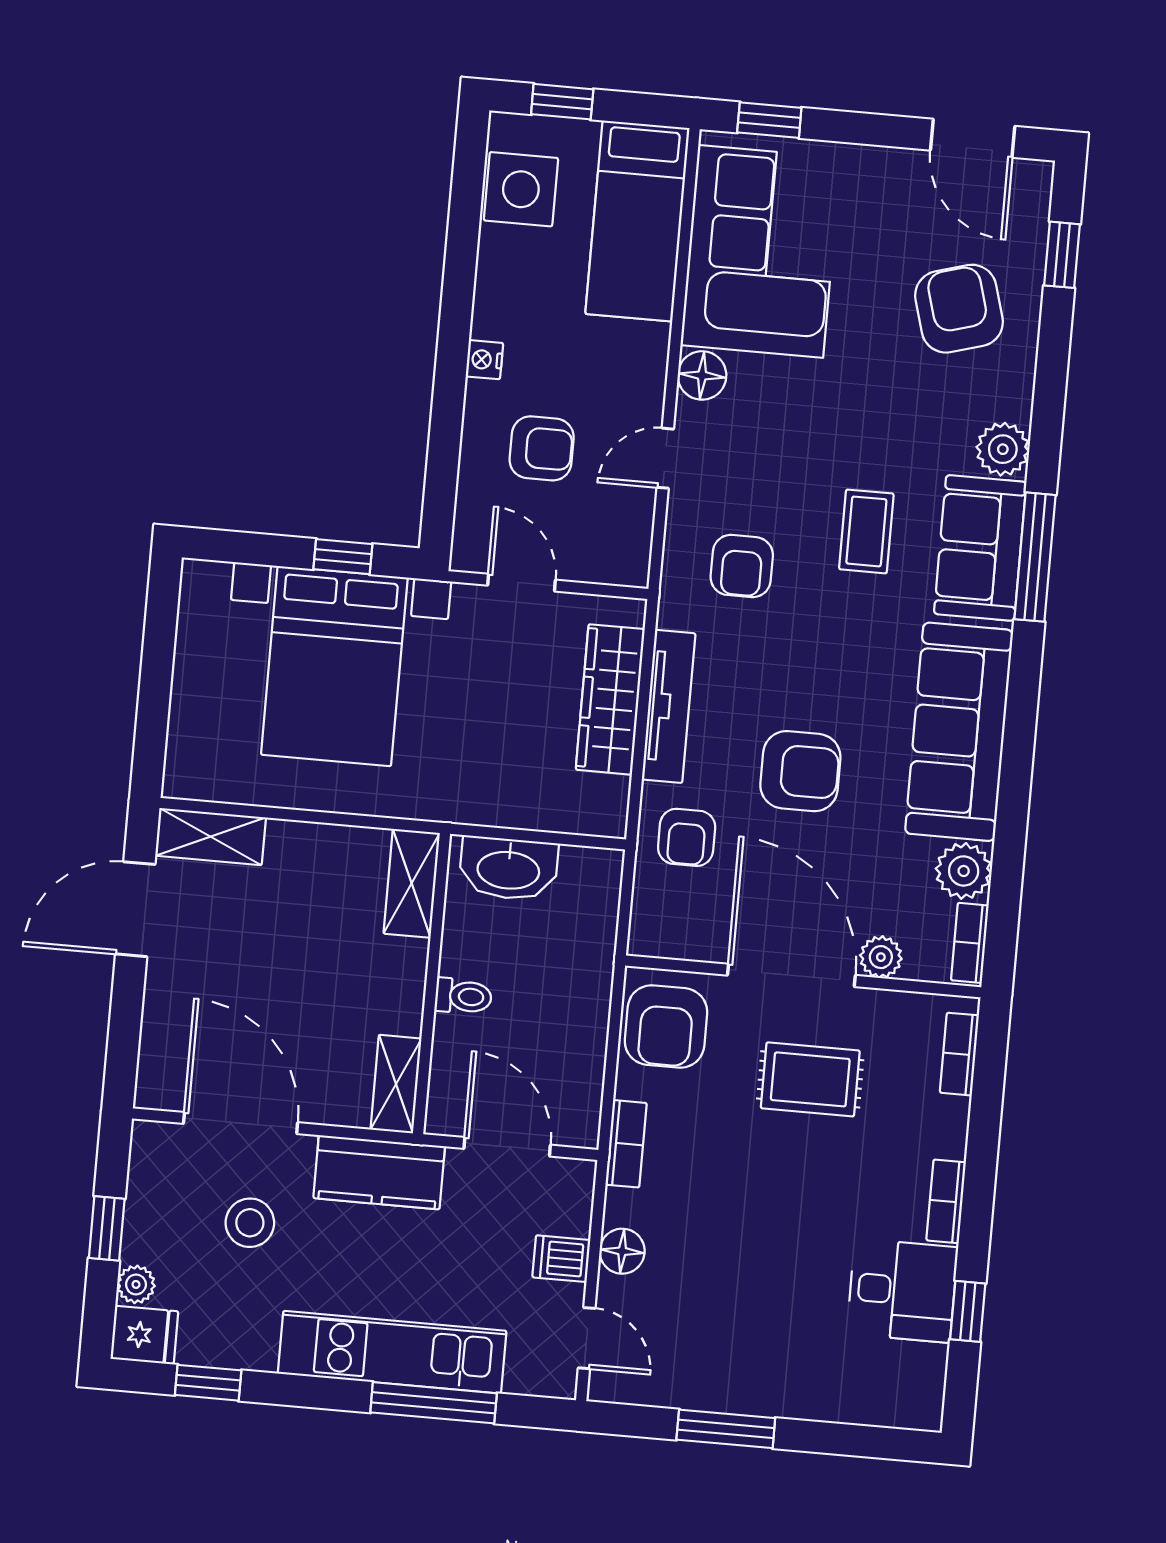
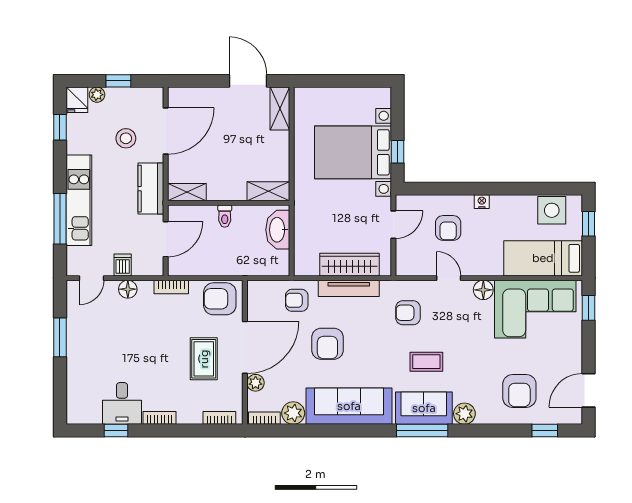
armchair: (959, 309) -> (519, 391), turned 106

